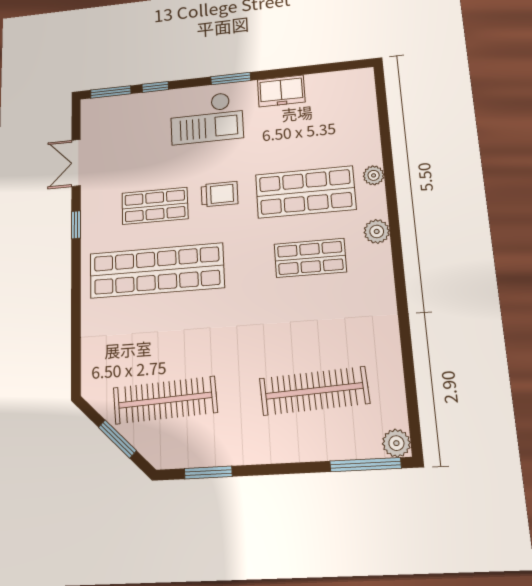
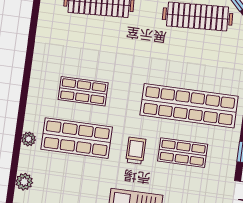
trolley: (219, 194) -> (136, 151), turned 90
plant: (377, 231) -> (24, 182), moved

